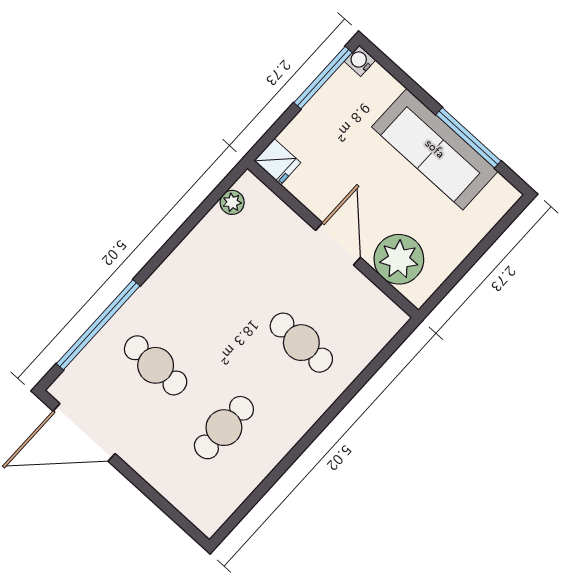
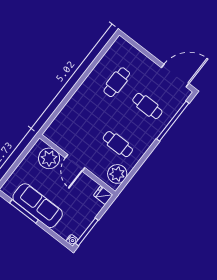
plant: (232, 202) -> (117, 174), width x1.88, depth x1.88
cafe table: (301, 343) -> (118, 144), moved

